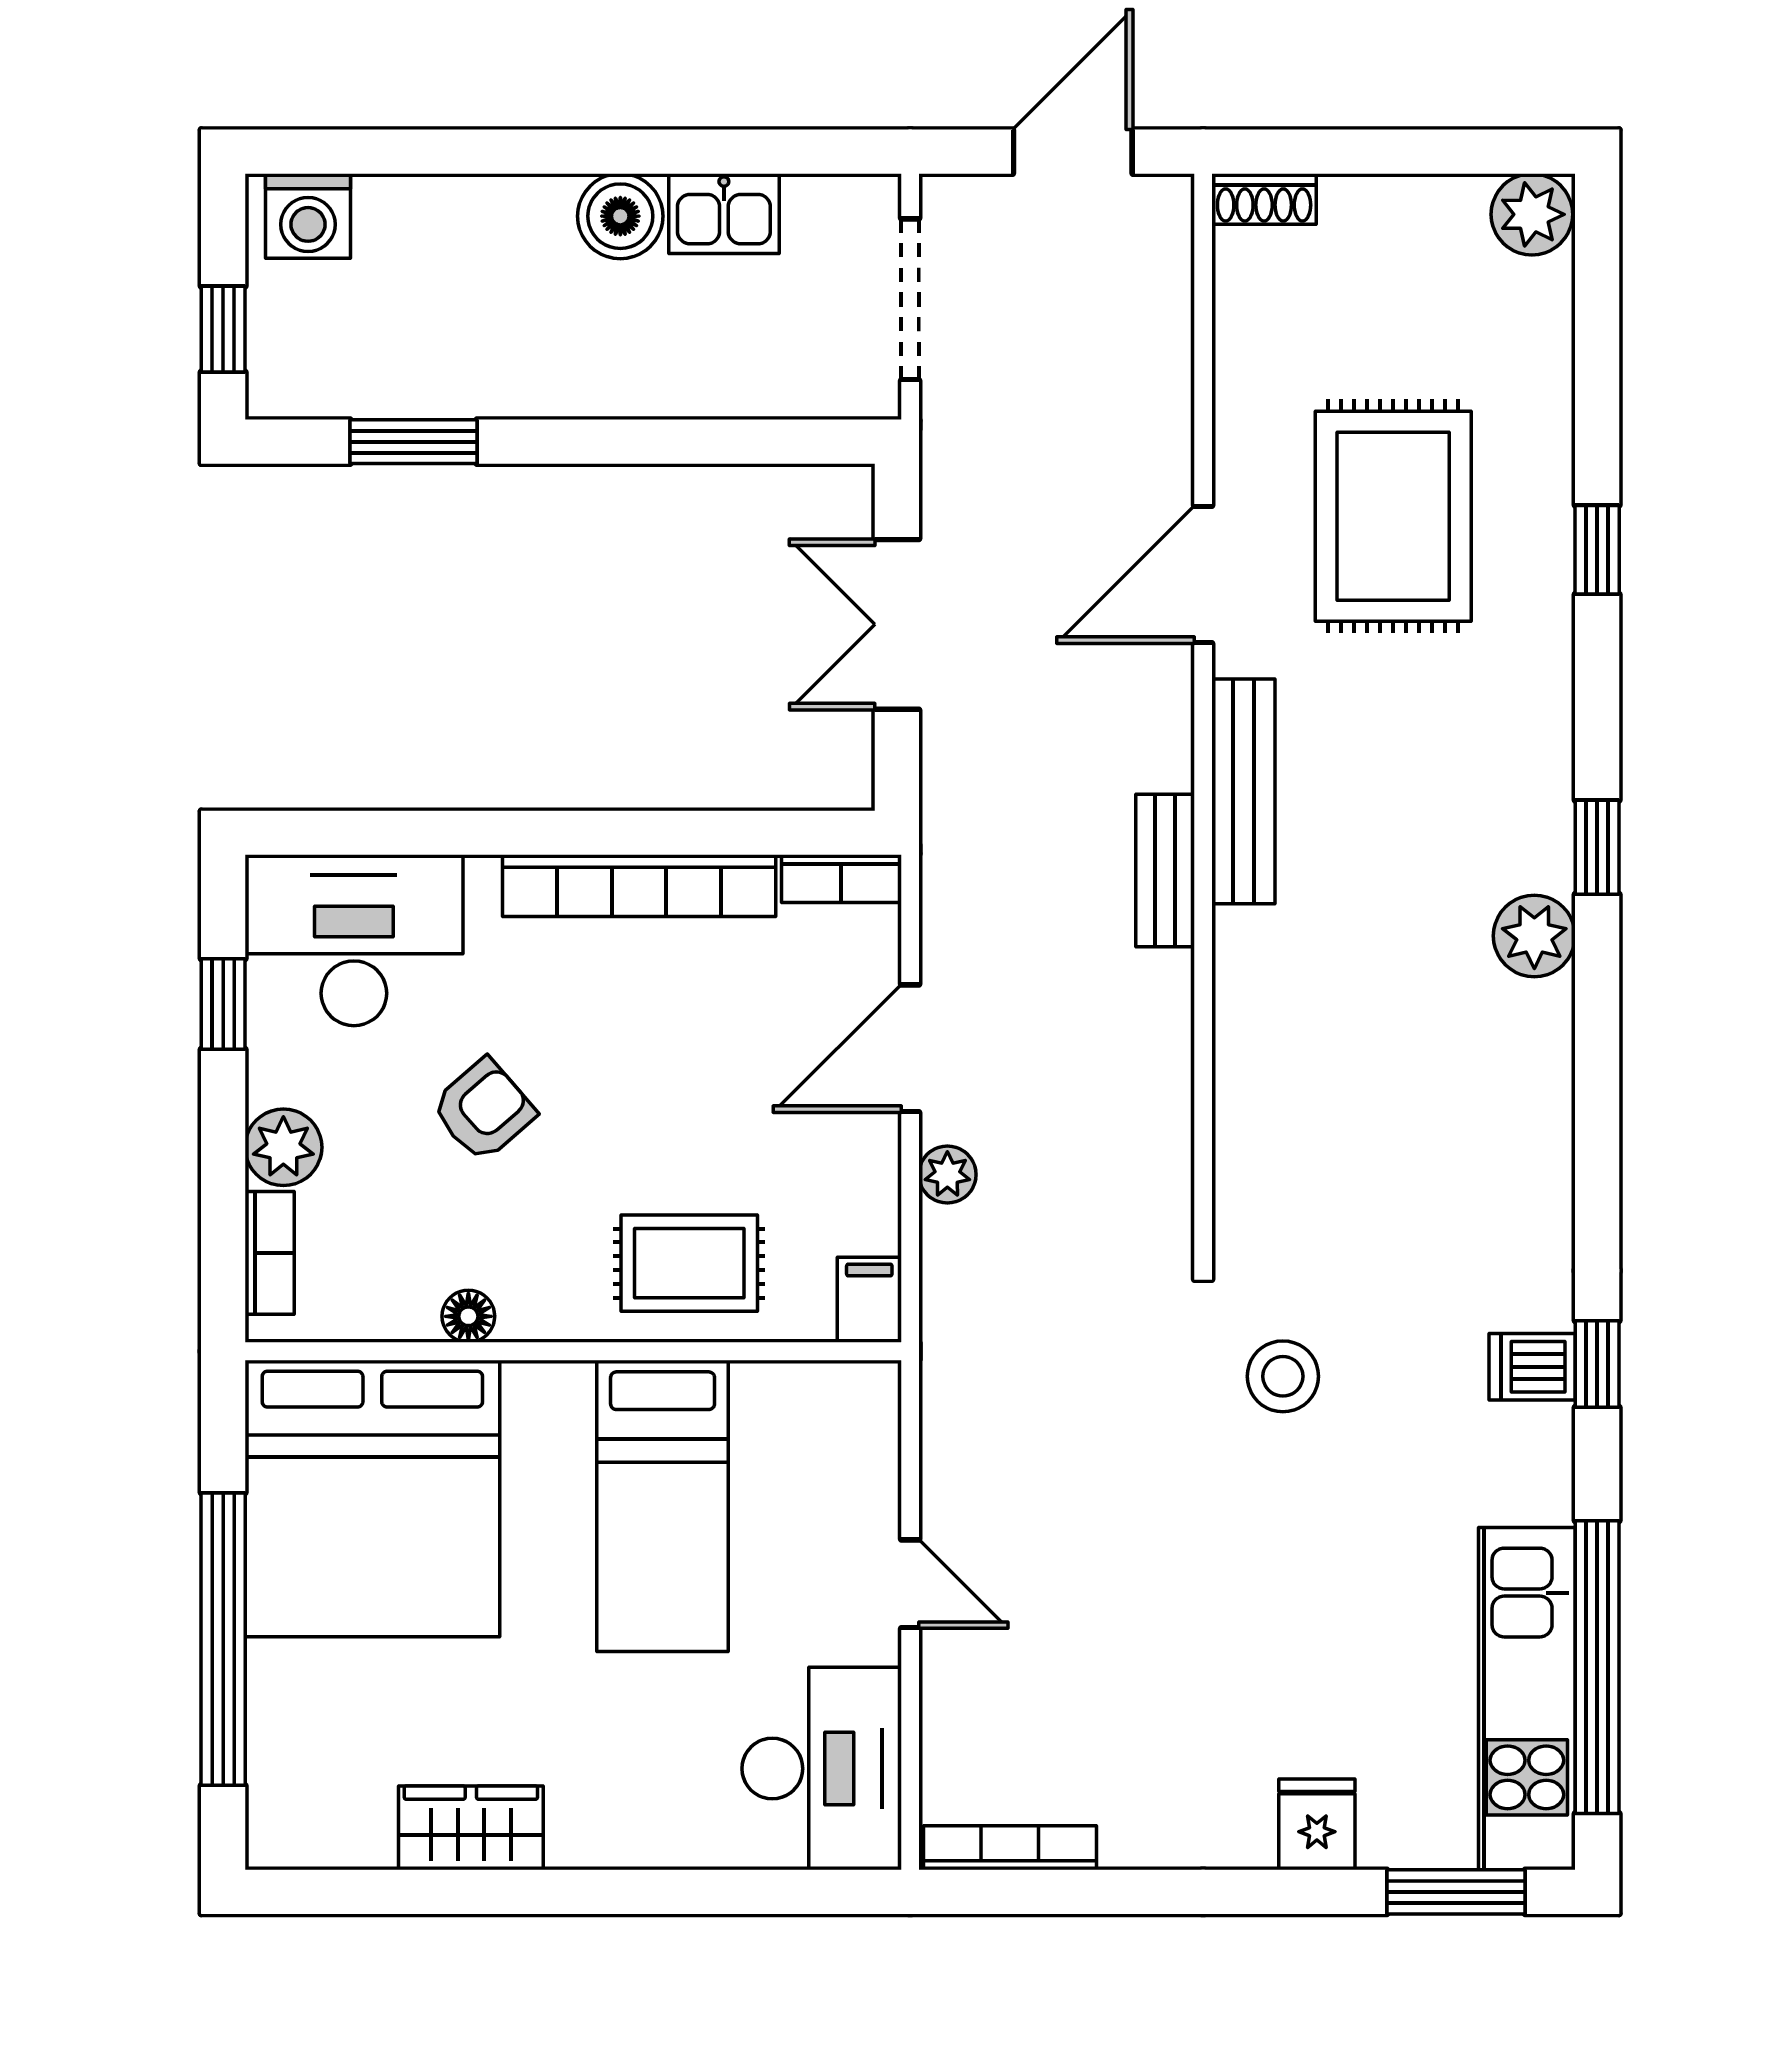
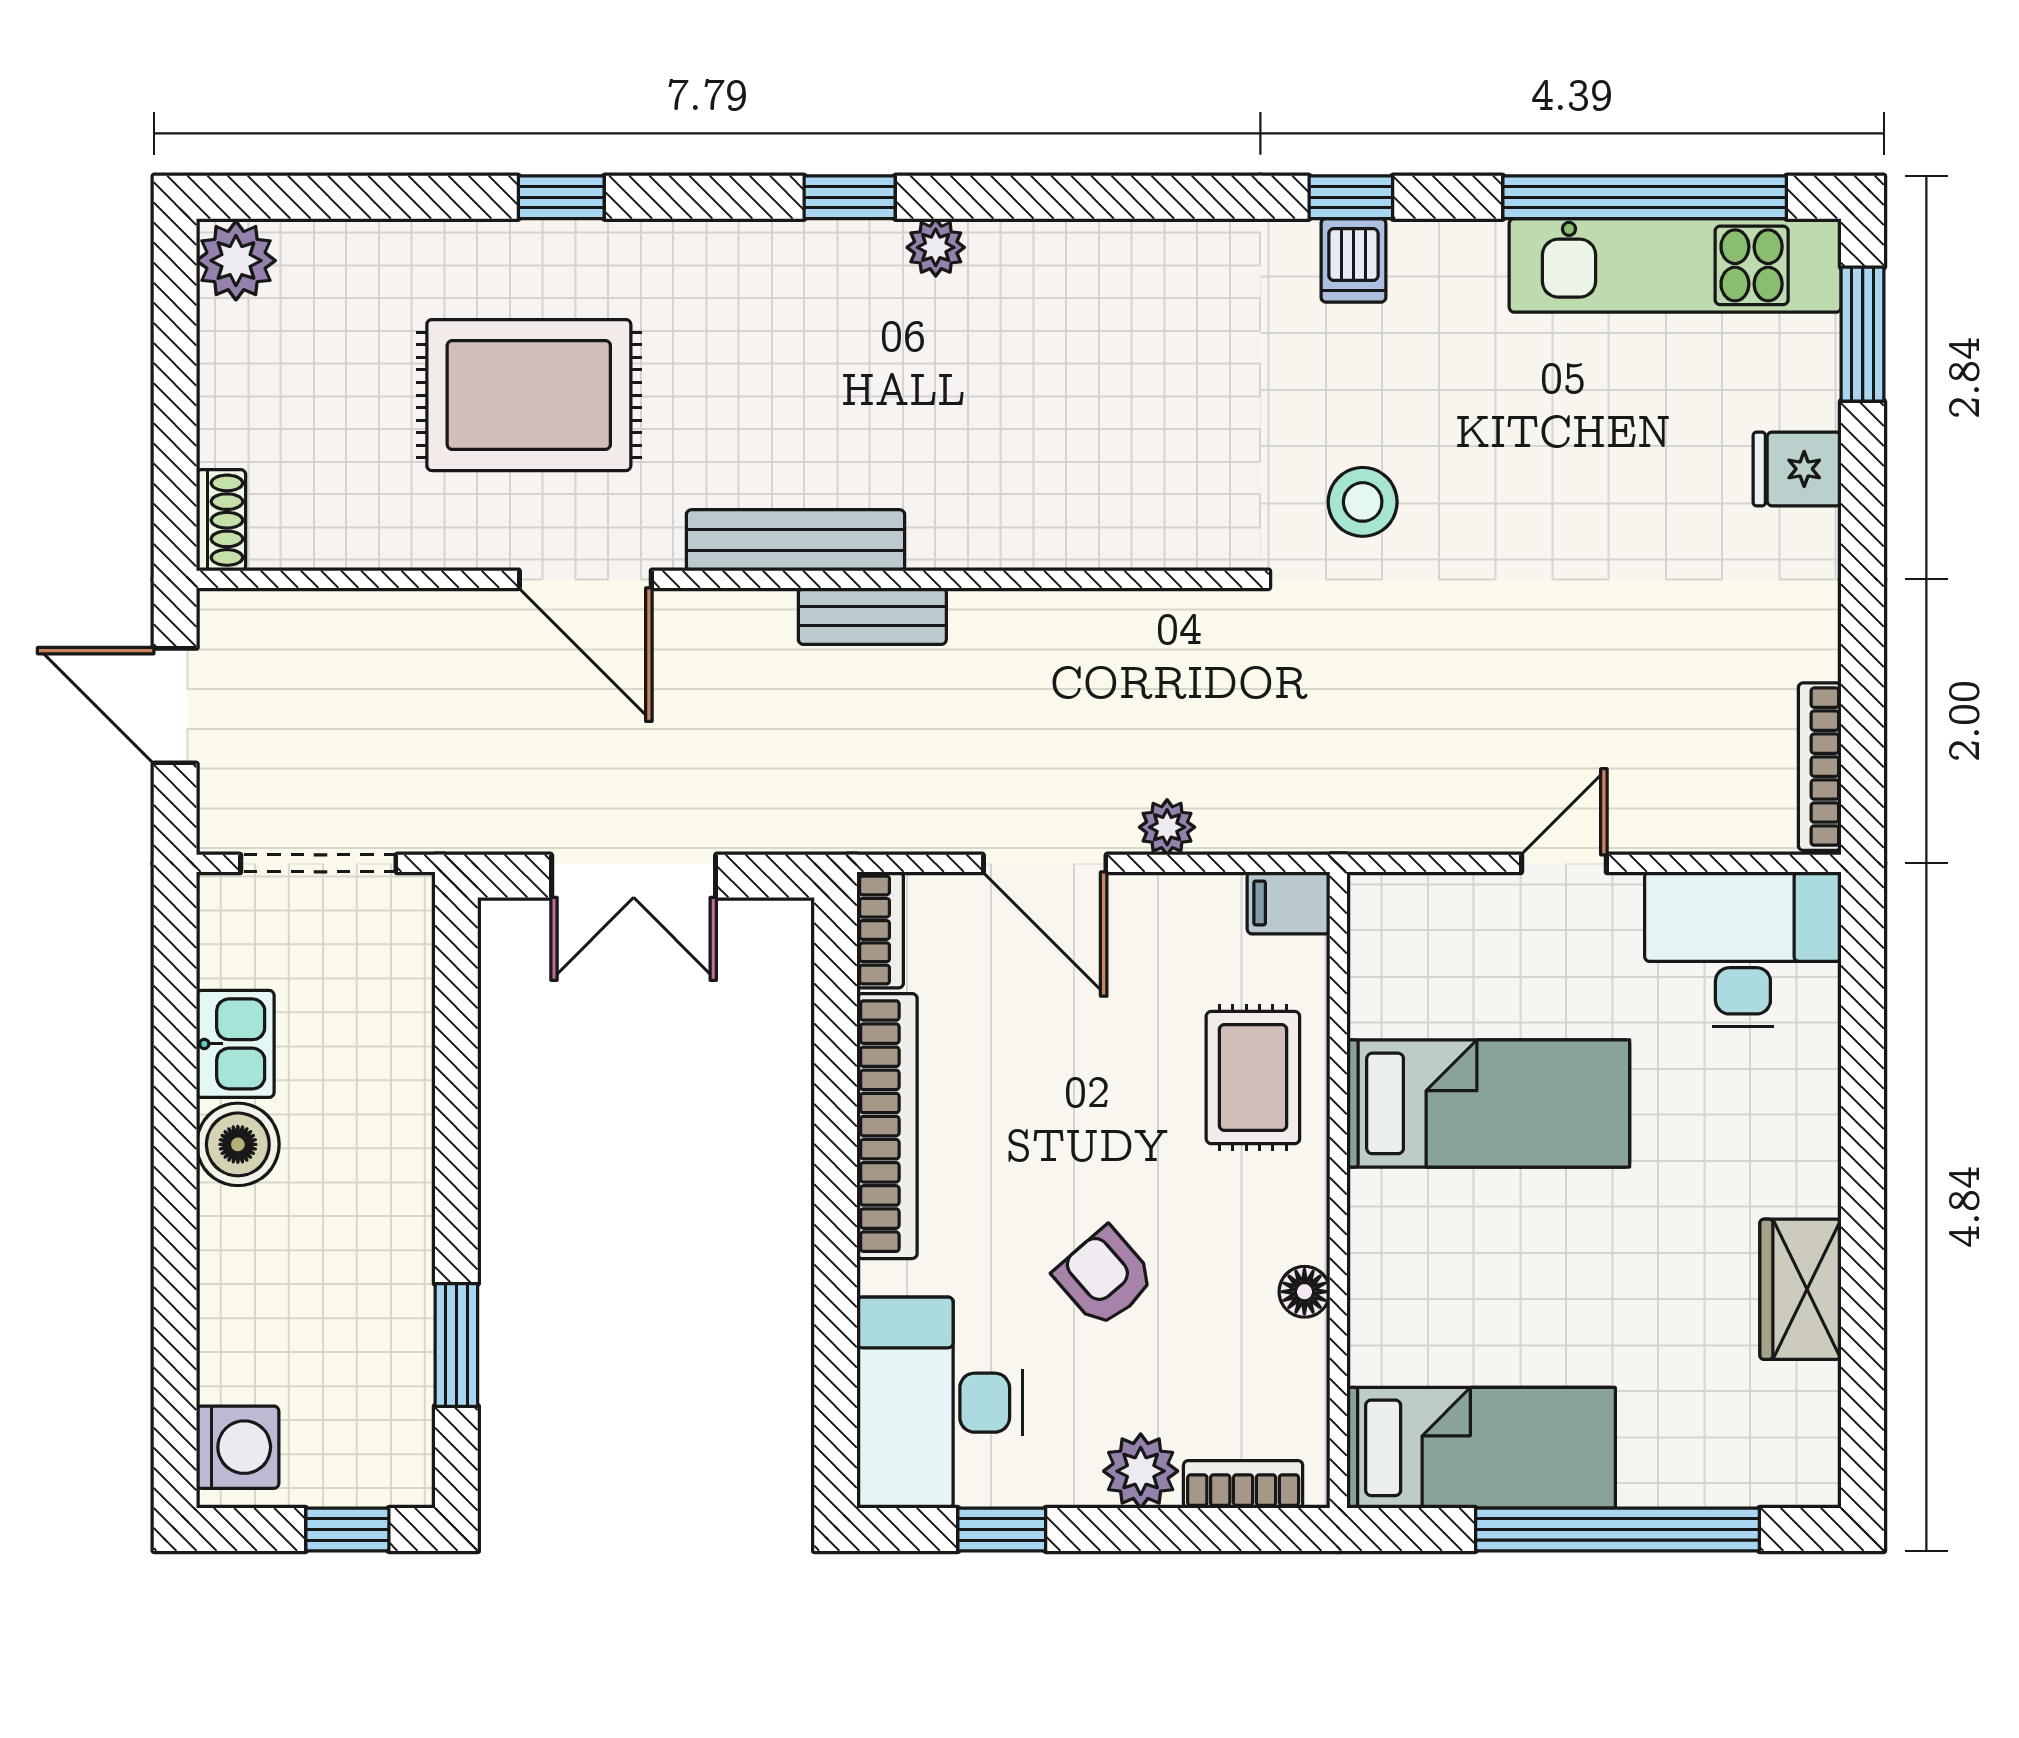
plant: (1534, 936) -> (936, 247), width x0.73, depth x0.73
bed: (372, 1498) -> (1481, 1448), width x0.49

